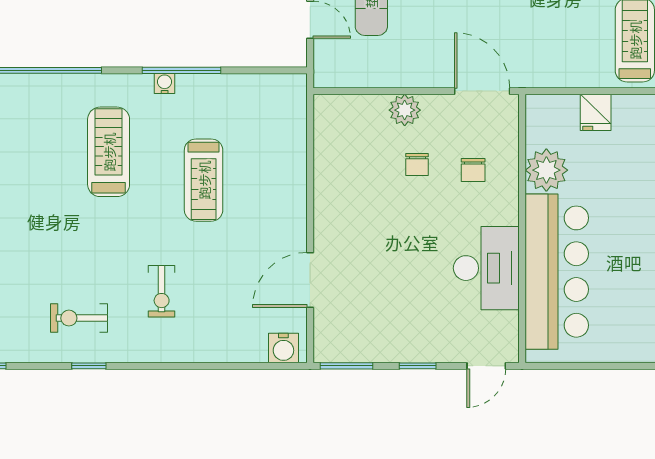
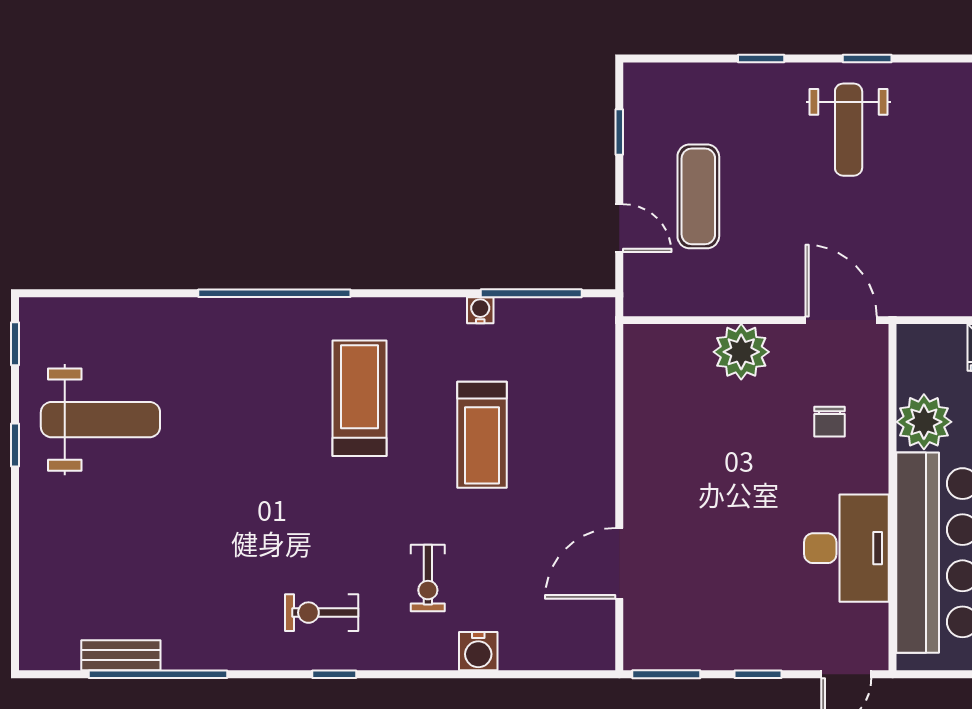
window: (181, 70) -> (531, 293), moved
water cooler: (165, 83) -> (480, 310), moved
plant: (405, 110) -> (741, 352), width x1.36, depth x1.36
chair: (417, 165) -> (757, 415), removed
water cooler: (283, 348) -> (478, 651), moved

